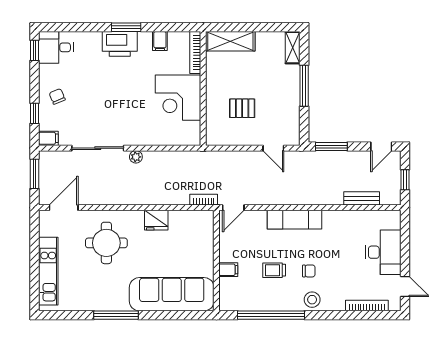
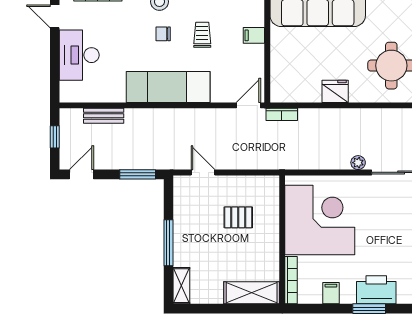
corner desk: (178, 98) -> (320, 220), width x1.36, depth x1.36
exam couch: (295, 220) -> (168, 87), width x1.36, depth x1.45
trolley: (274, 270) -> (202, 35), turned -90

